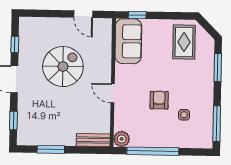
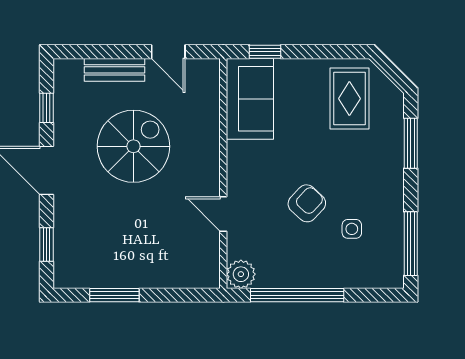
door: (113, 93) -> (223, 214), moved
armchair: (159, 100) -> (307, 203), turned 43
bench: (93, 140) -> (114, 70), moved

